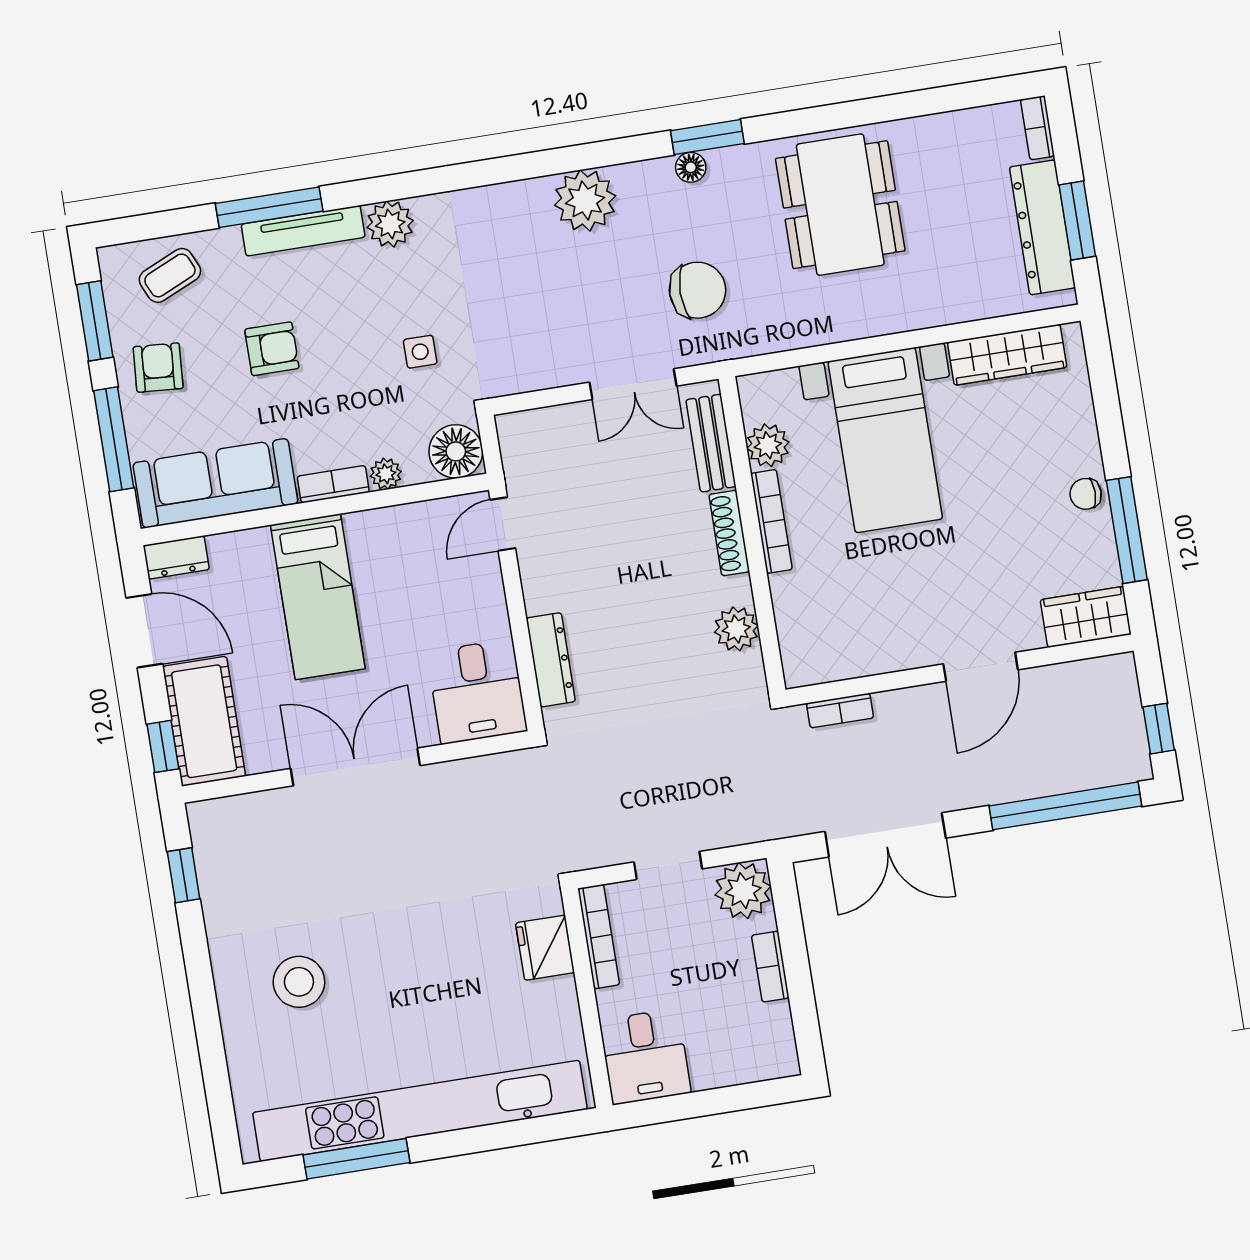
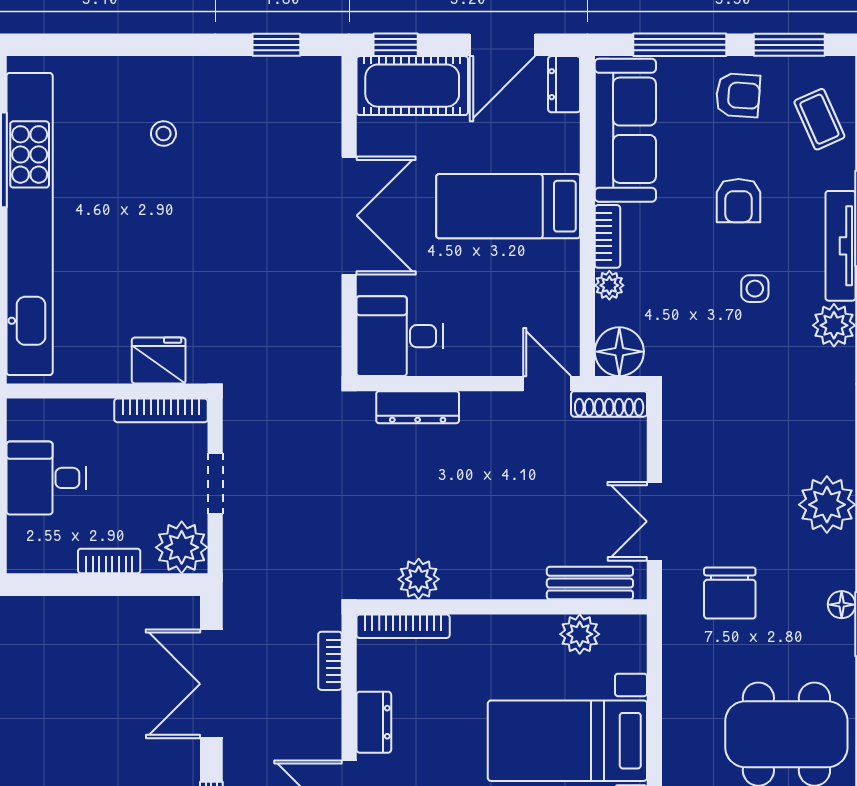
side table: (420, 352) -> (755, 289), moved
bookcase: (771, 521) -> (403, 626), moved
shoe rack: (729, 533) -> (609, 404), moved, turned 180
dresser: (899, 653) -> (374, 722), added
stool: (299, 982) -> (163, 134), width x0.53, depth x0.53
desk: (645, 1056) -> (46, 478), moved

